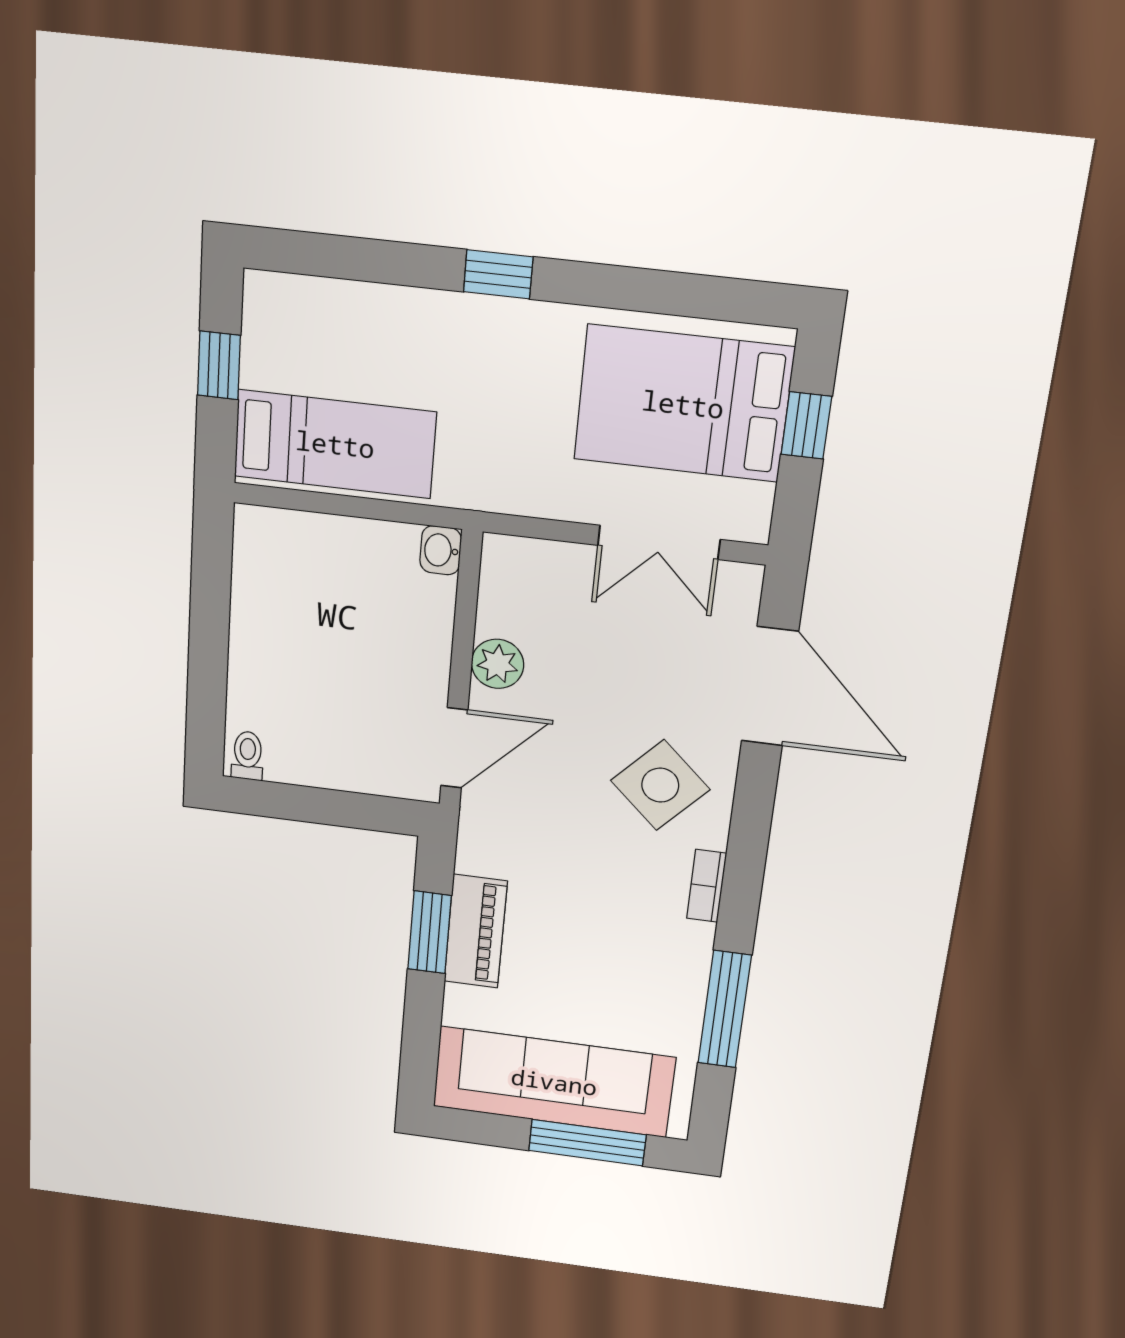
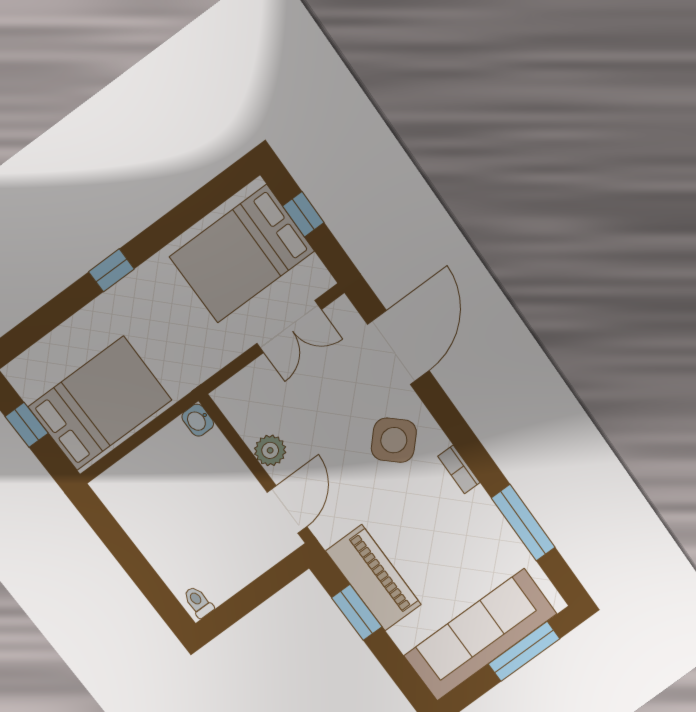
bed: (335, 444) -> (100, 403), width x1.50
door: (770, 686) -> (398, 347), hinge flipped
piano: (476, 932) -> (373, 578), width x1.37, depth x1.33

